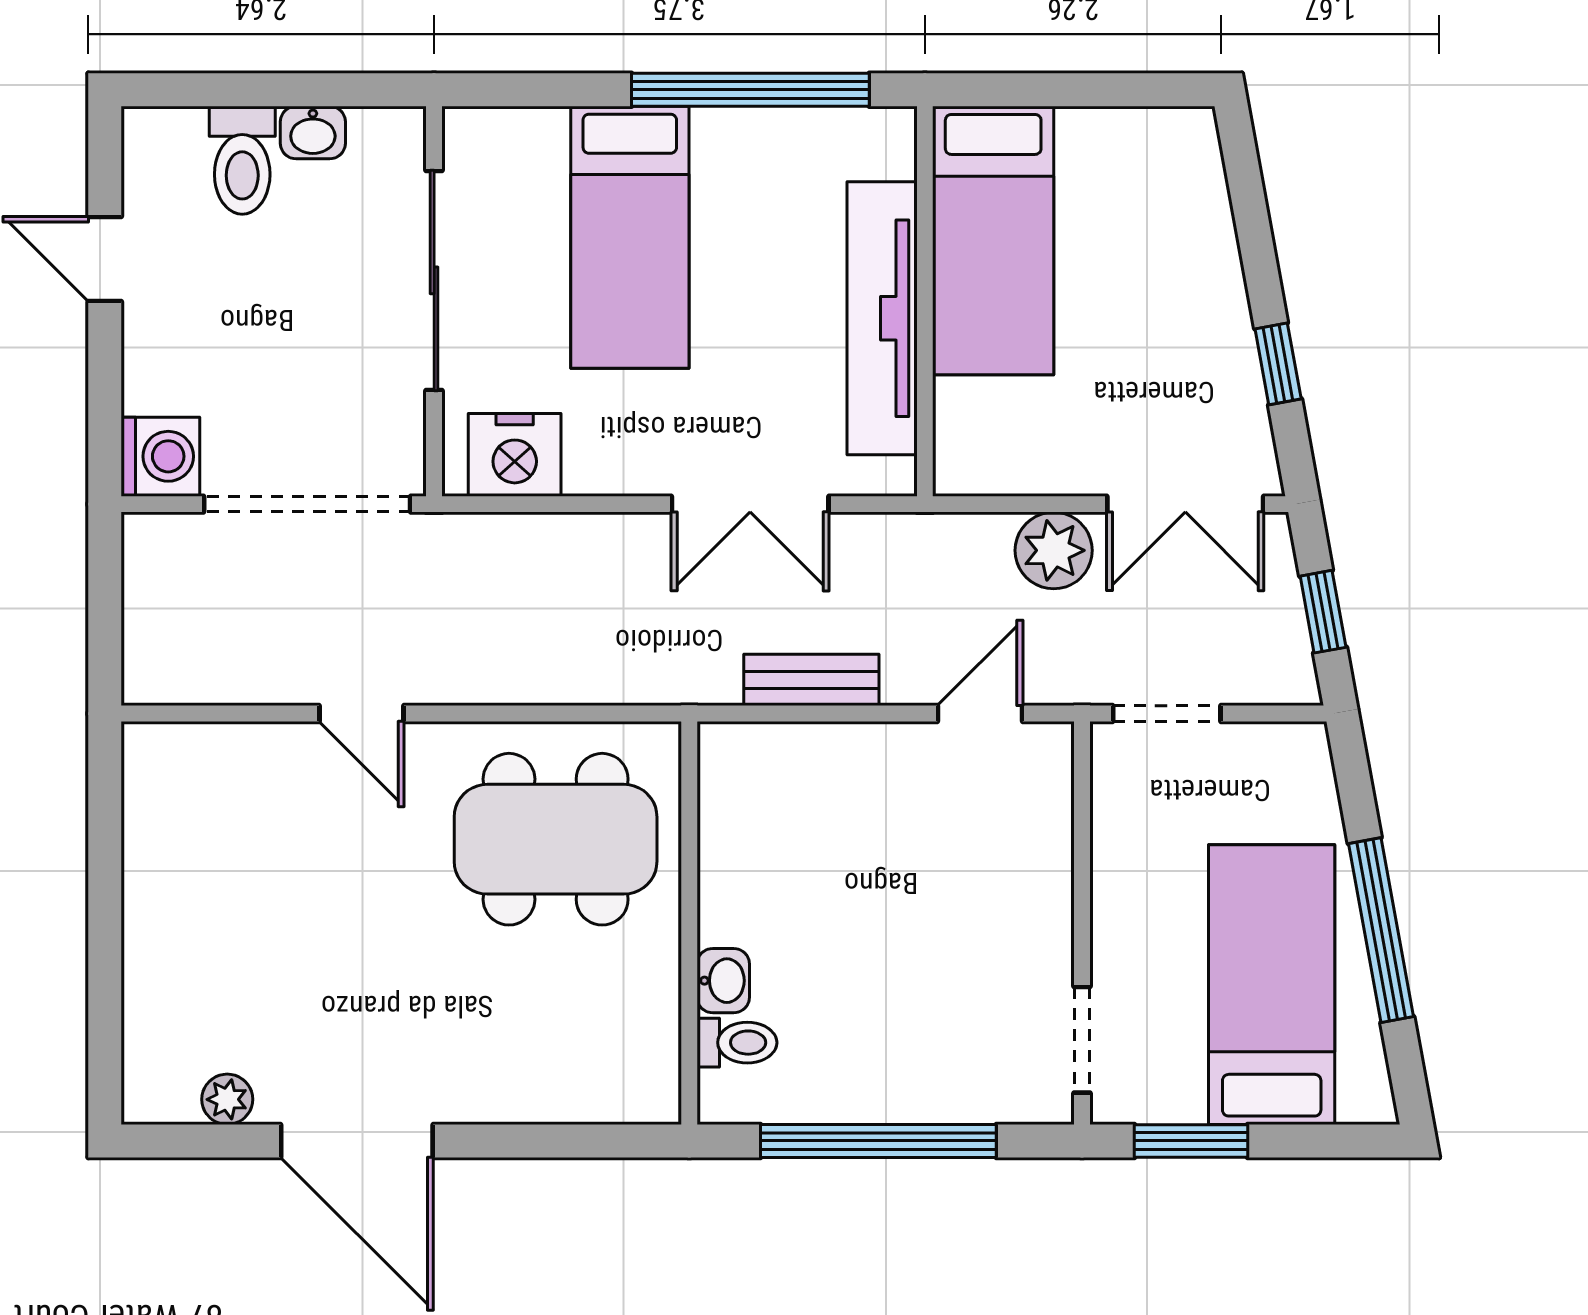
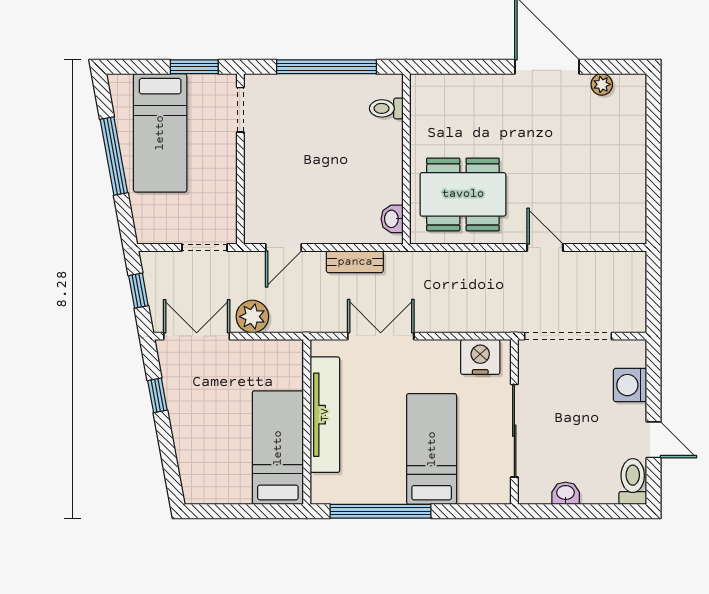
toilet: (242, 160) -> (633, 481), moved
washing machine: (160, 456) -> (630, 385), moved
washbasin: (723, 981) -> (392, 219), moved

